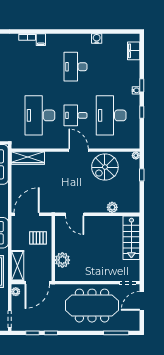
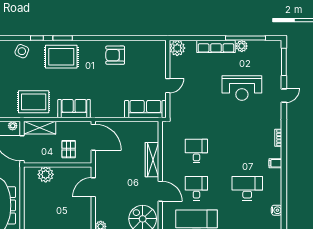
filing cabinet: (41, 40) -> (275, 163), moved
desk: (40, 115) -> (196, 151), width x0.53, depth x0.77
door: (79, 150) -> (160, 191), hinge flipped
wardrobe: (28, 158) -> (152, 160), moved

